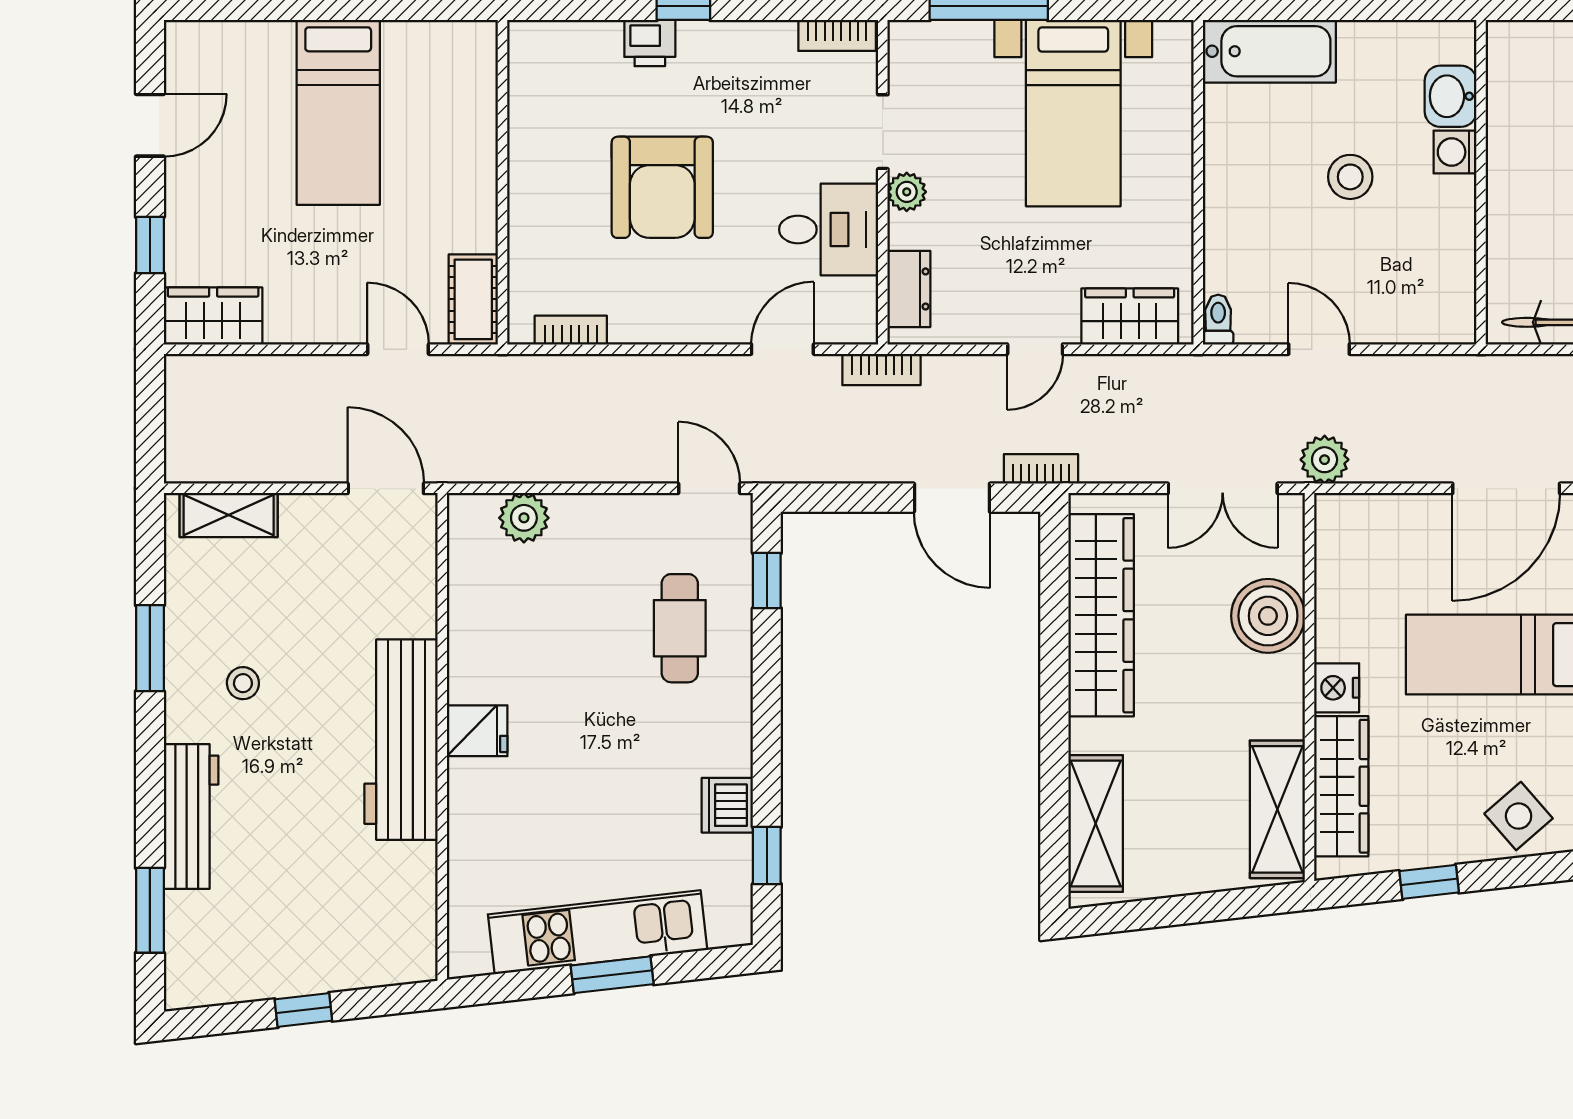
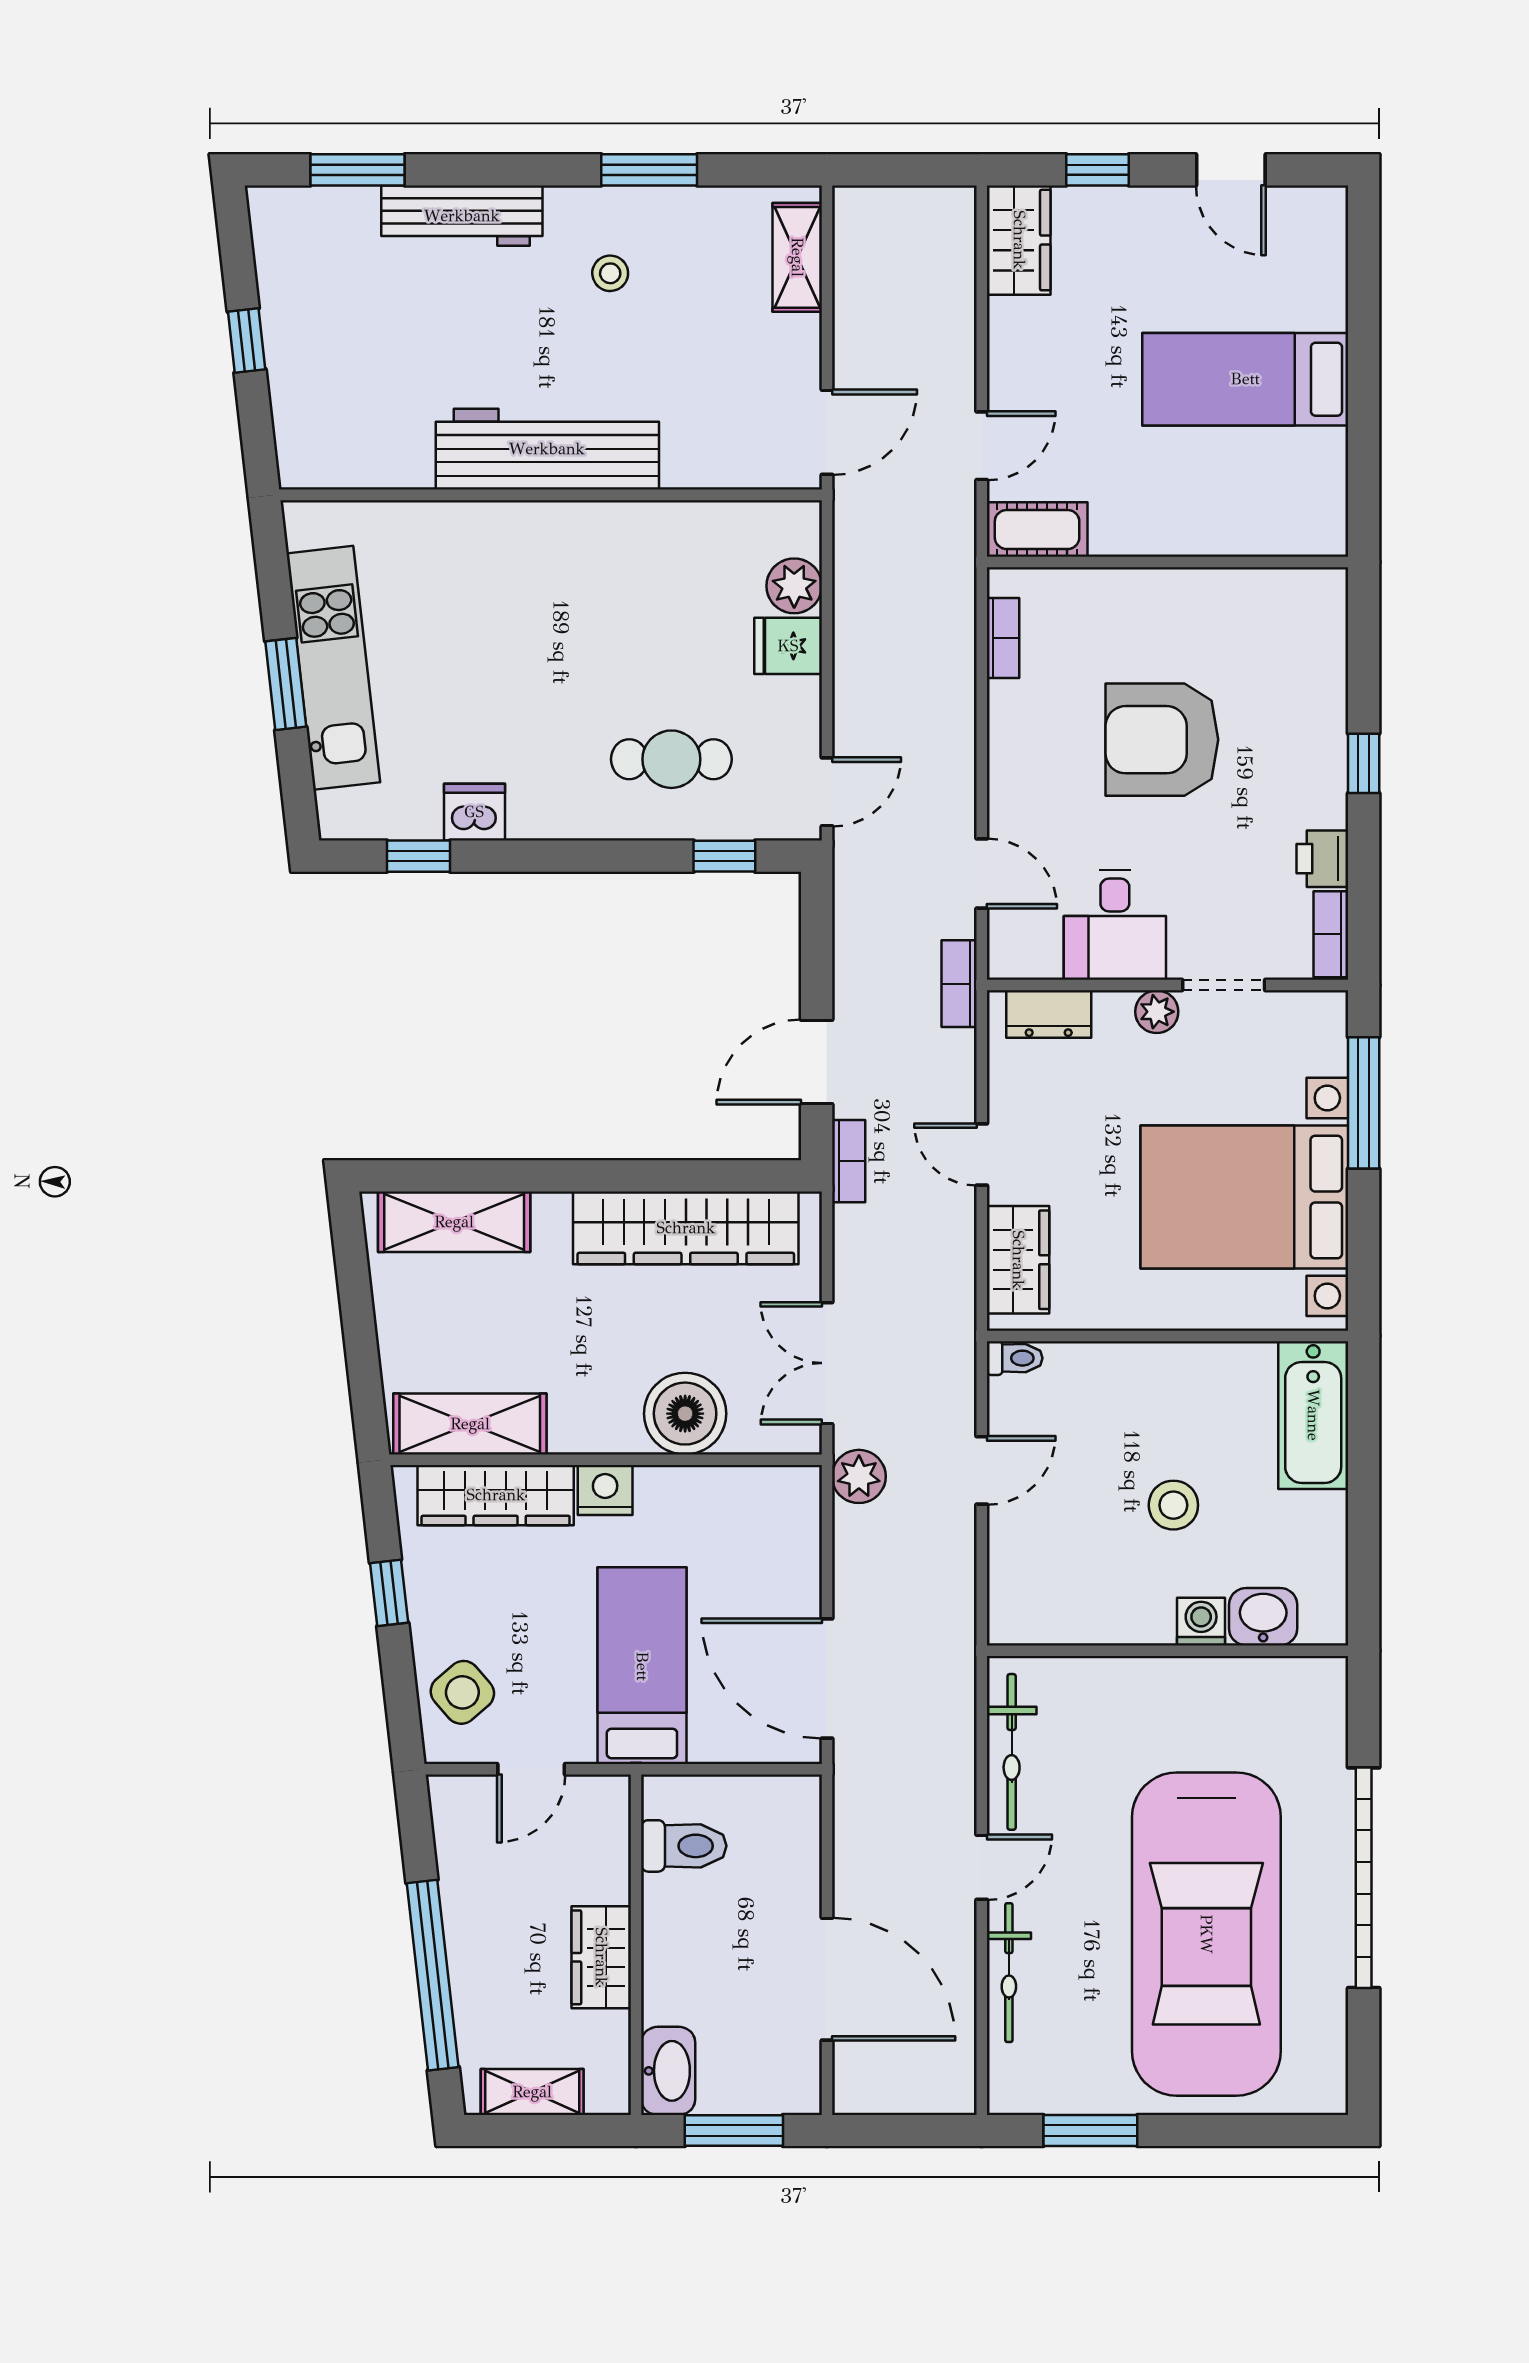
printer: (650, 43) -> (1322, 859), moved
bed with nightstands: (1073, 113) -> (1244, 1197), width x1.36
fridge: (477, 731) -> (788, 646), moved, turned 90

